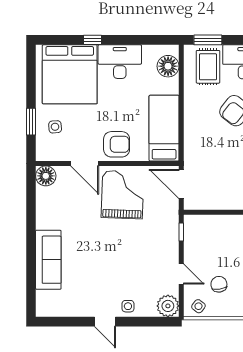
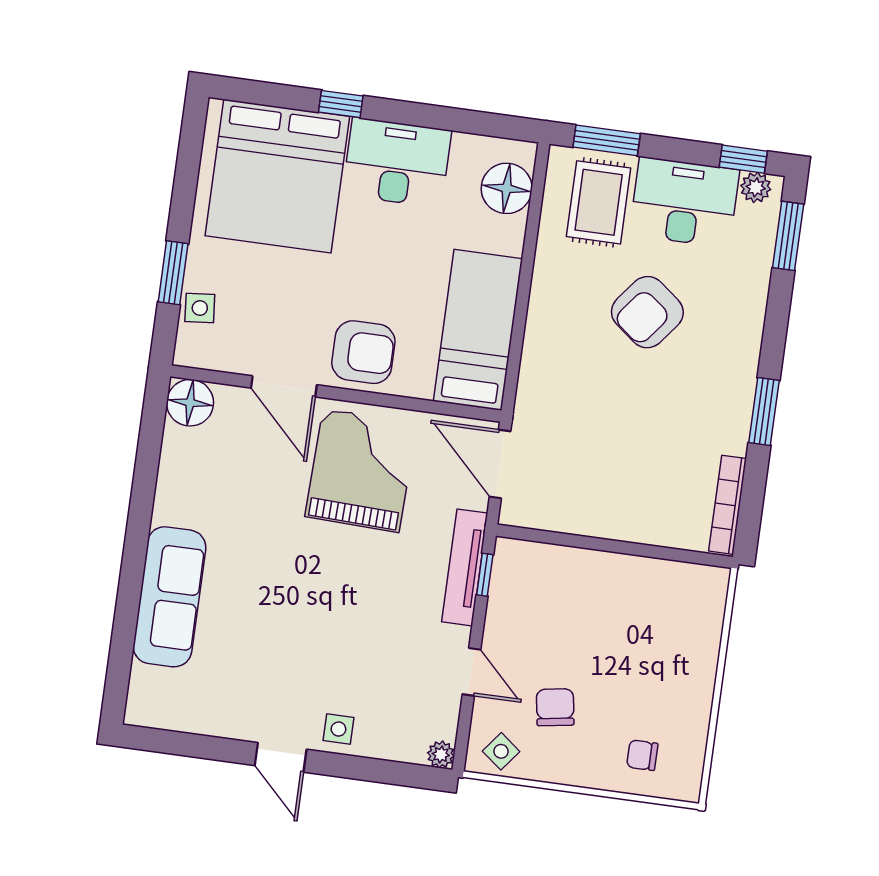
side table: (55, 127) -> (200, 308), moved
tv unit: (172, 230) -> (465, 567), added
plant: (168, 306) -> (441, 754), width x0.53, depth x0.53

